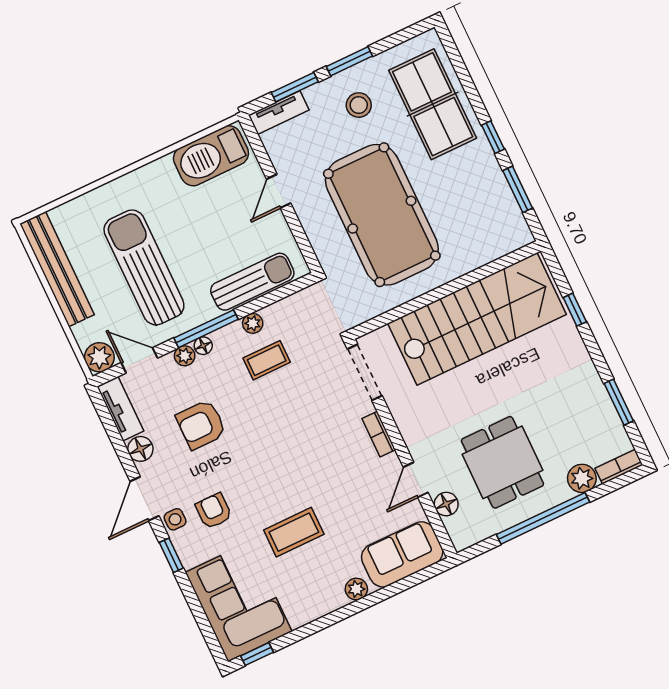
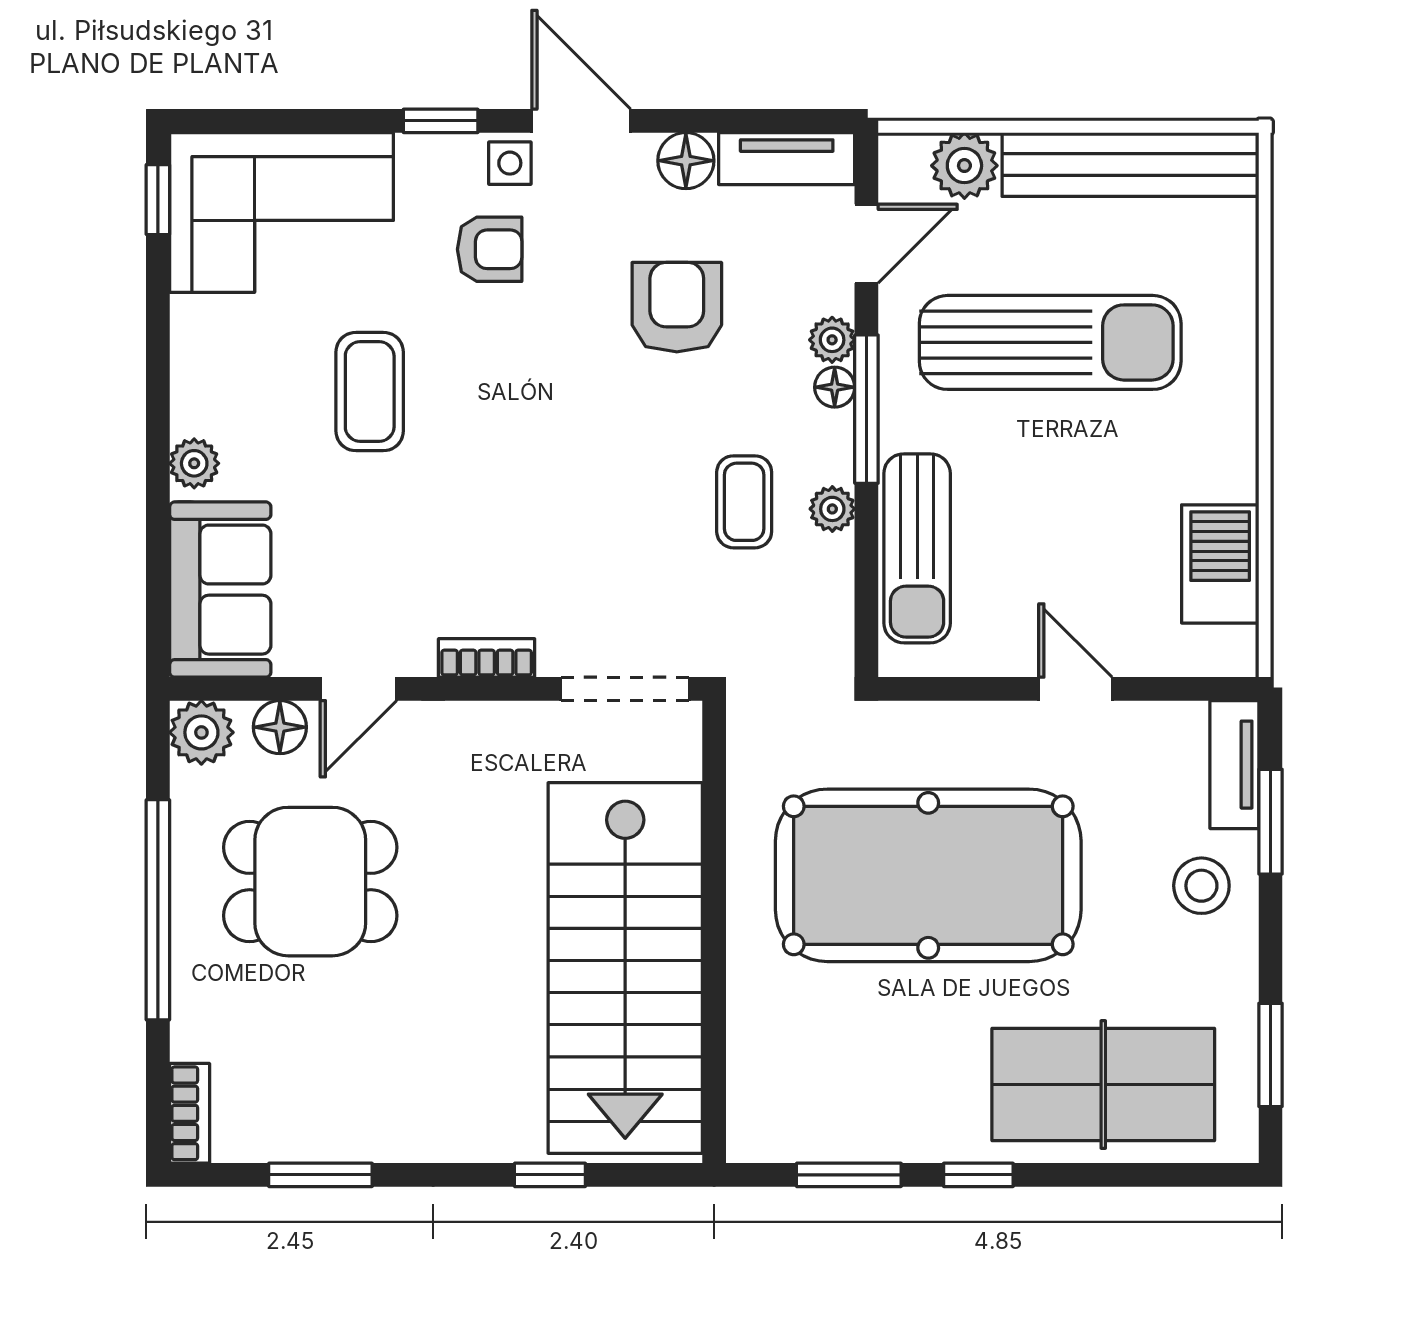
window: (349, 61) -> (1270, 1055), moved
stool: (359, 105) -> (1201, 886), moved
barbecue: (211, 156) -> (1220, 564), width x0.73, depth x0.83
plant: (99, 357) -> (964, 166), moved
plant: (582, 478) -> (201, 732), moved
door: (416, 480) -> (358, 689), swing flipped

